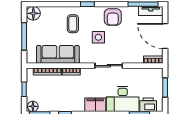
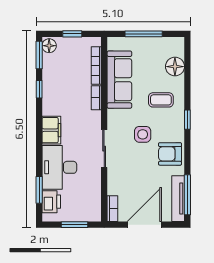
tv unit: (151, 11) -> (178, 199), width x1.41
floor lamp: (33, 13) -> (175, 67), moved

